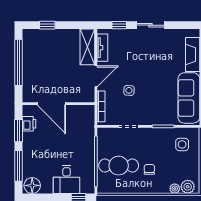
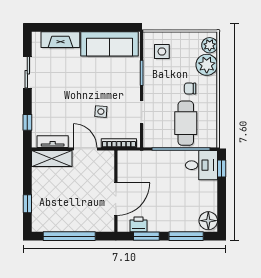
sliding door: (151, 25) -> (27, 72), moved
desk: (67, 179) -> (201, 165), moved
plant: (175, 189) -> (207, 65), width x1.87, depth x1.87

